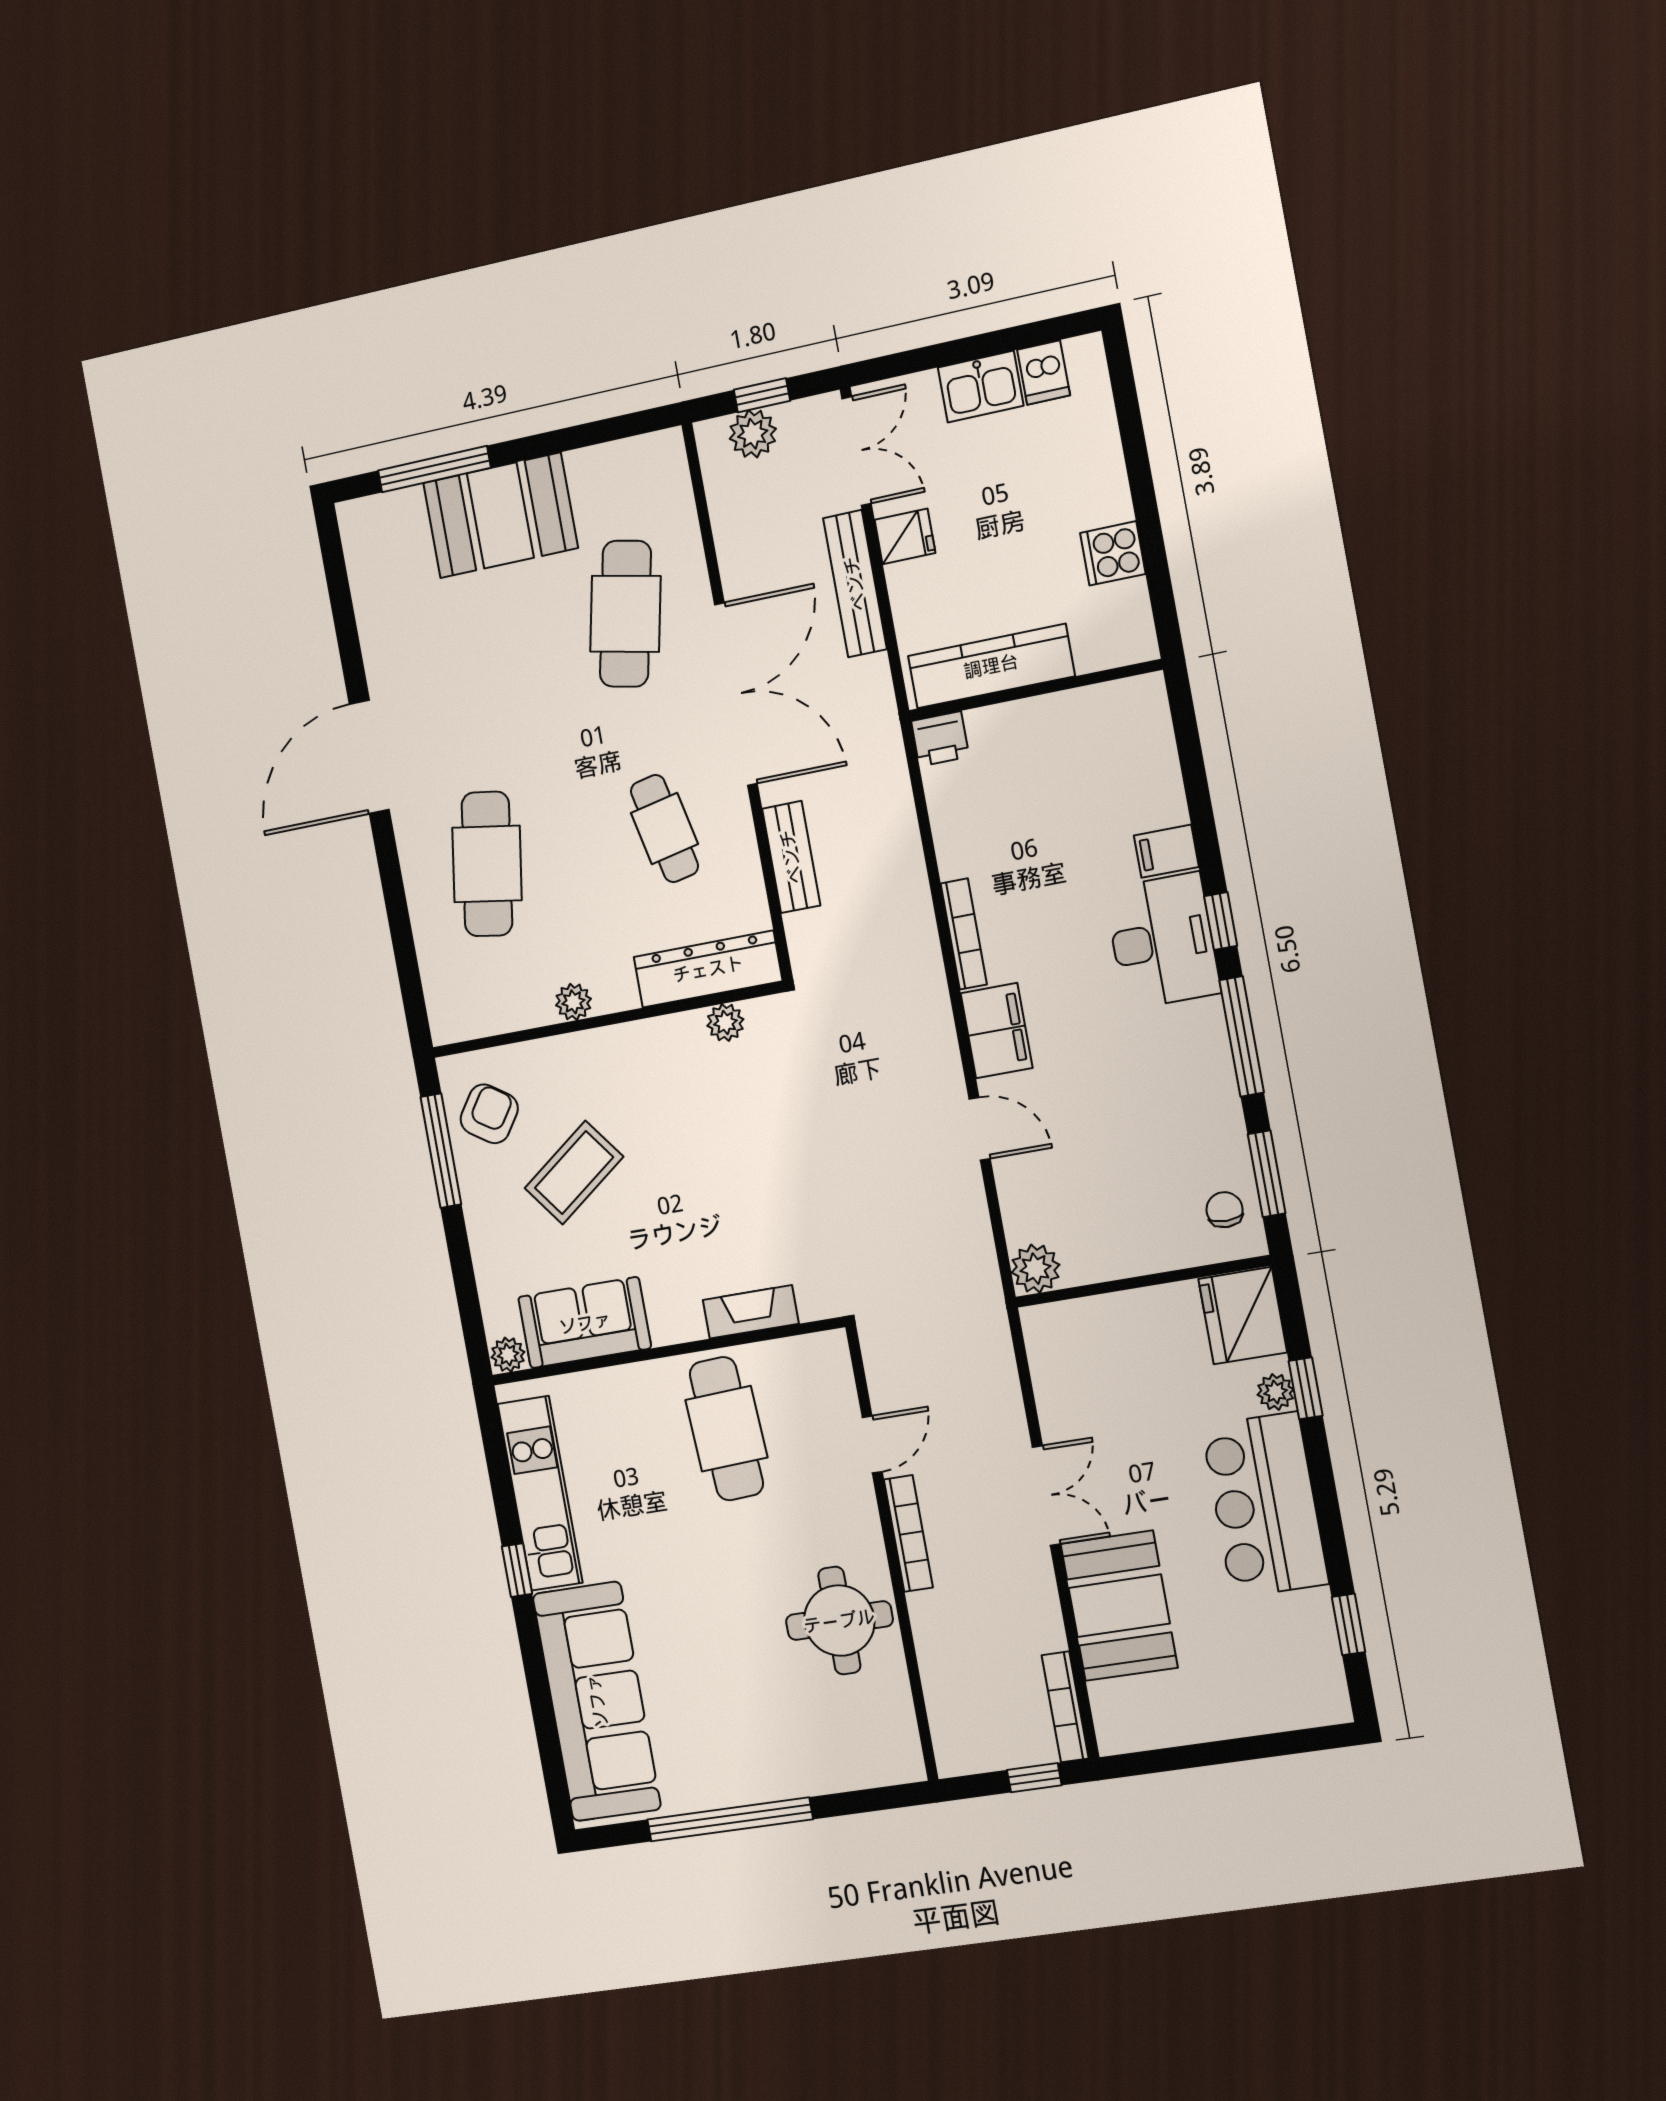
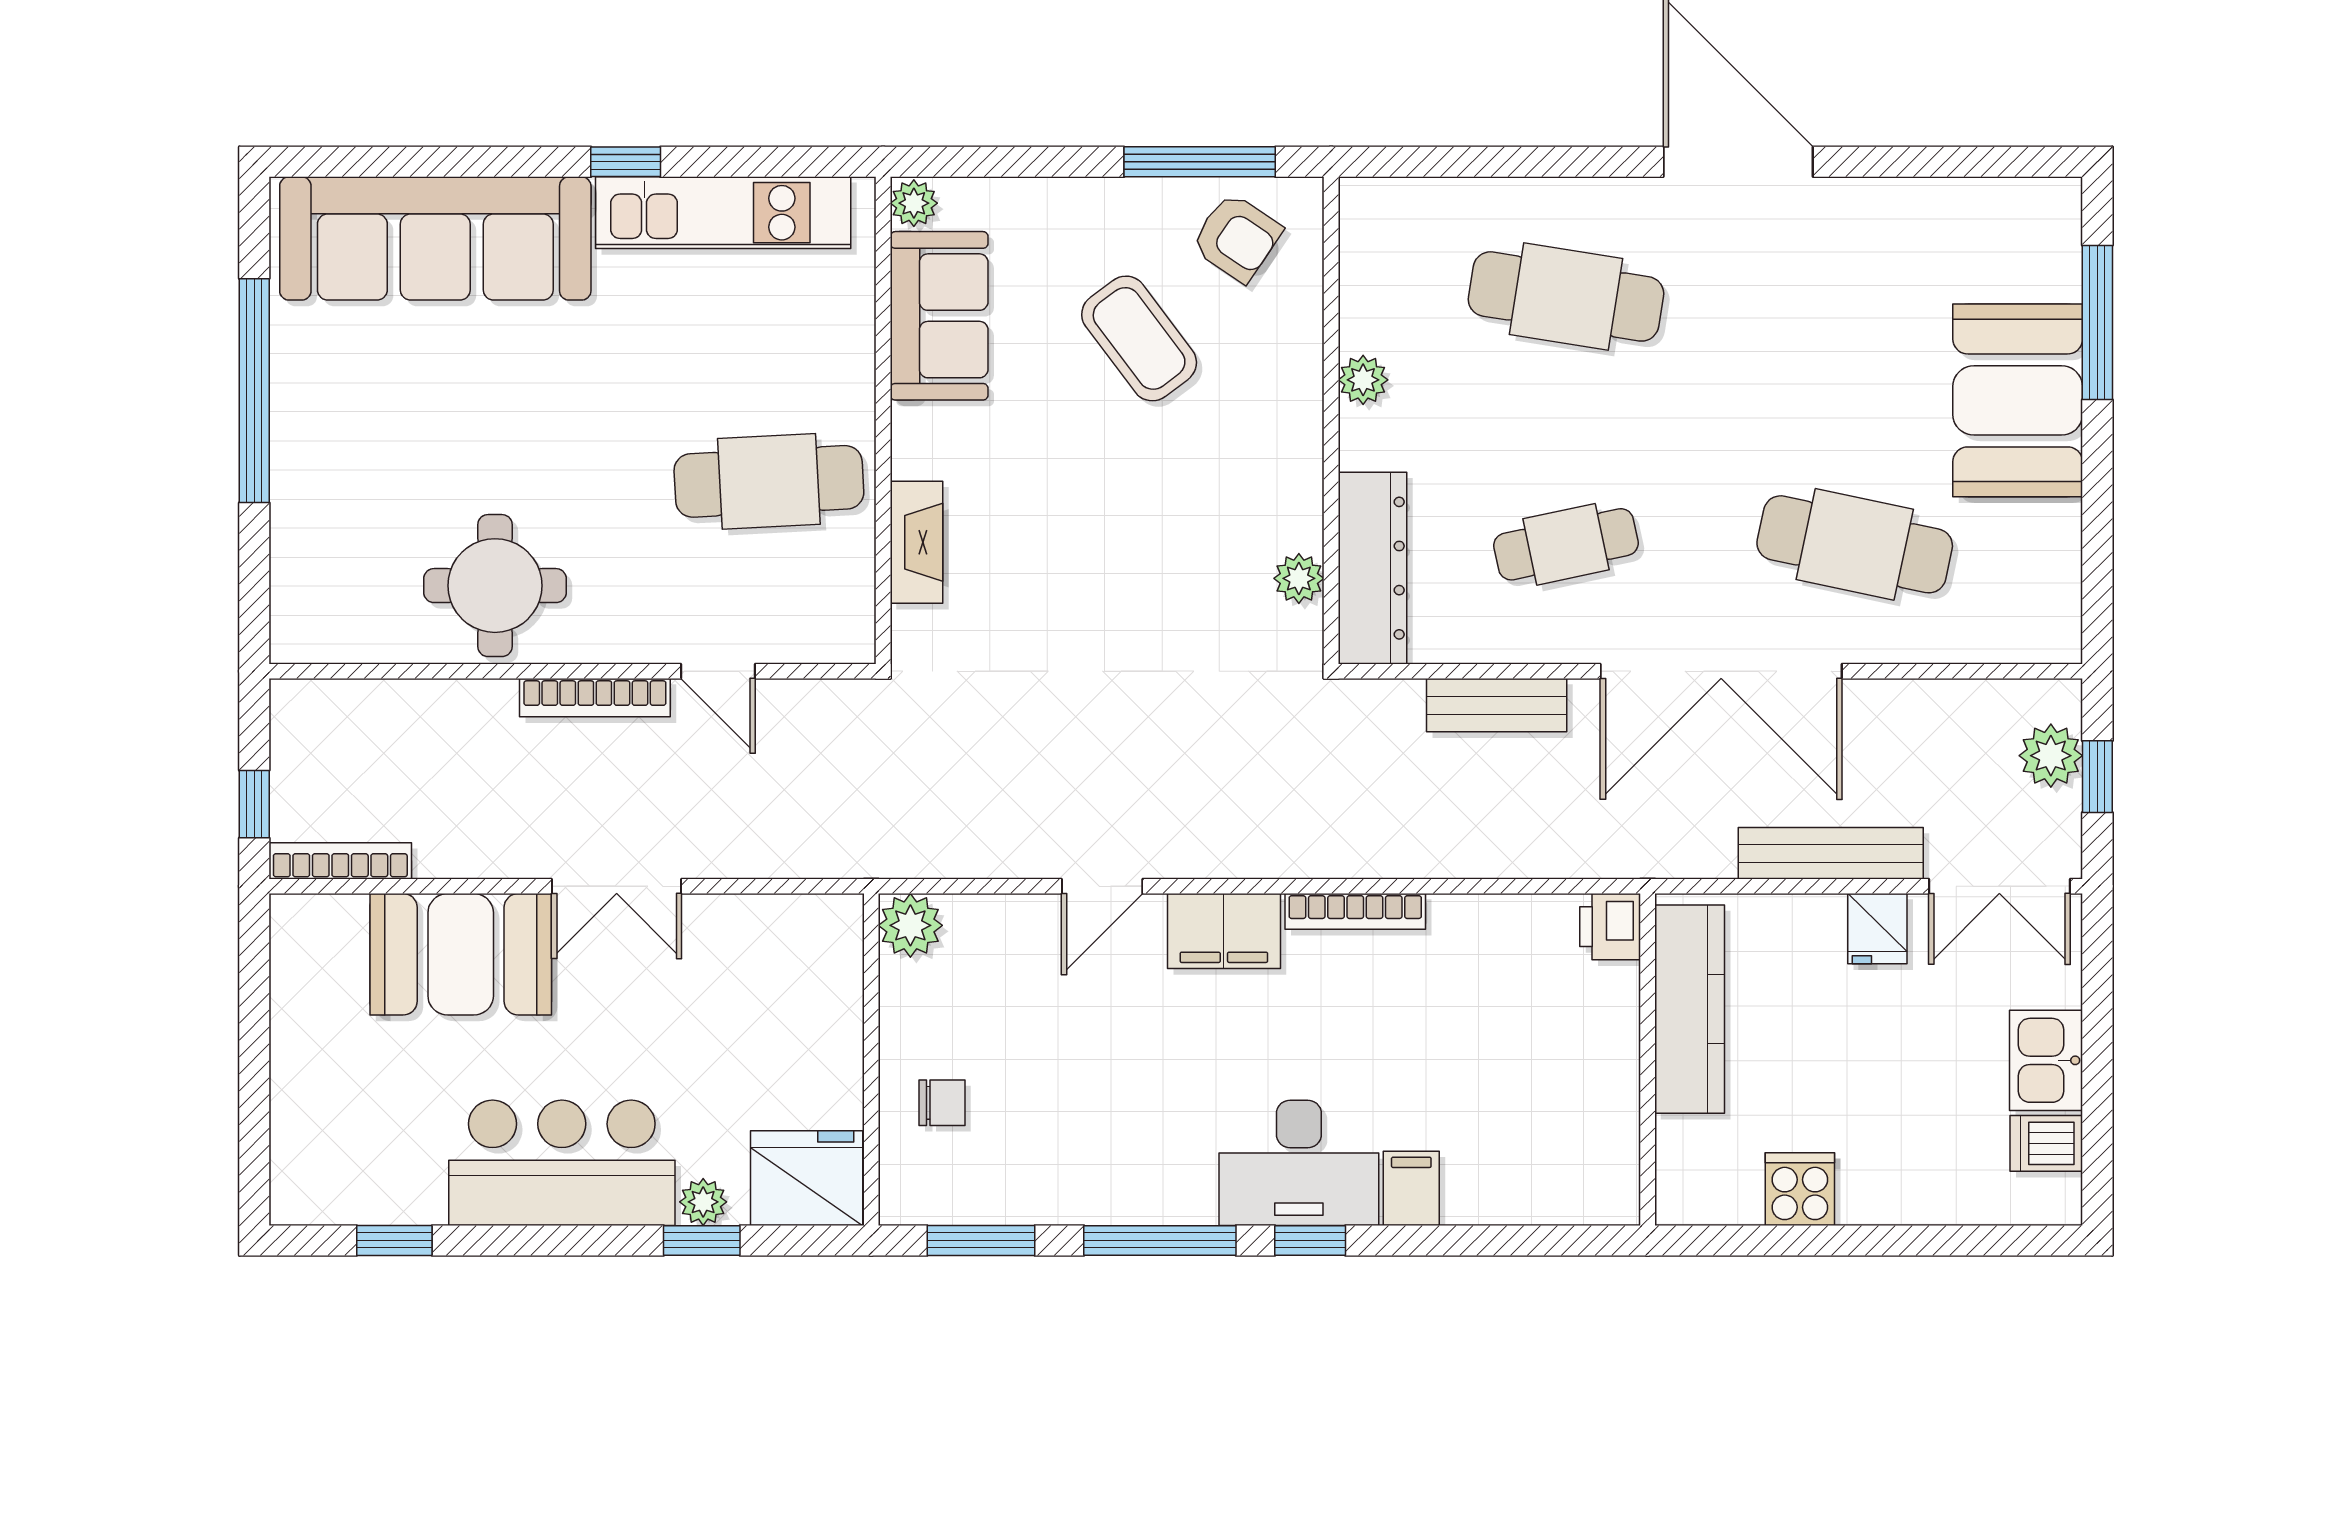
chair: (1225, 1210) -> (942, 1103), moved

